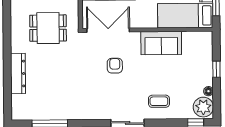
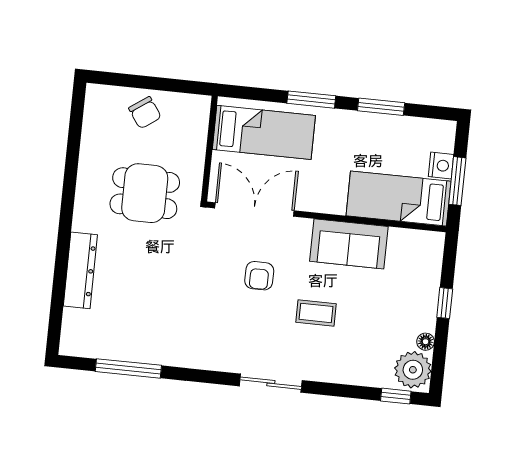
armchair: (115, 66) -> (259, 276), turned 180
coffee table: (159, 101) -> (316, 313), moved

